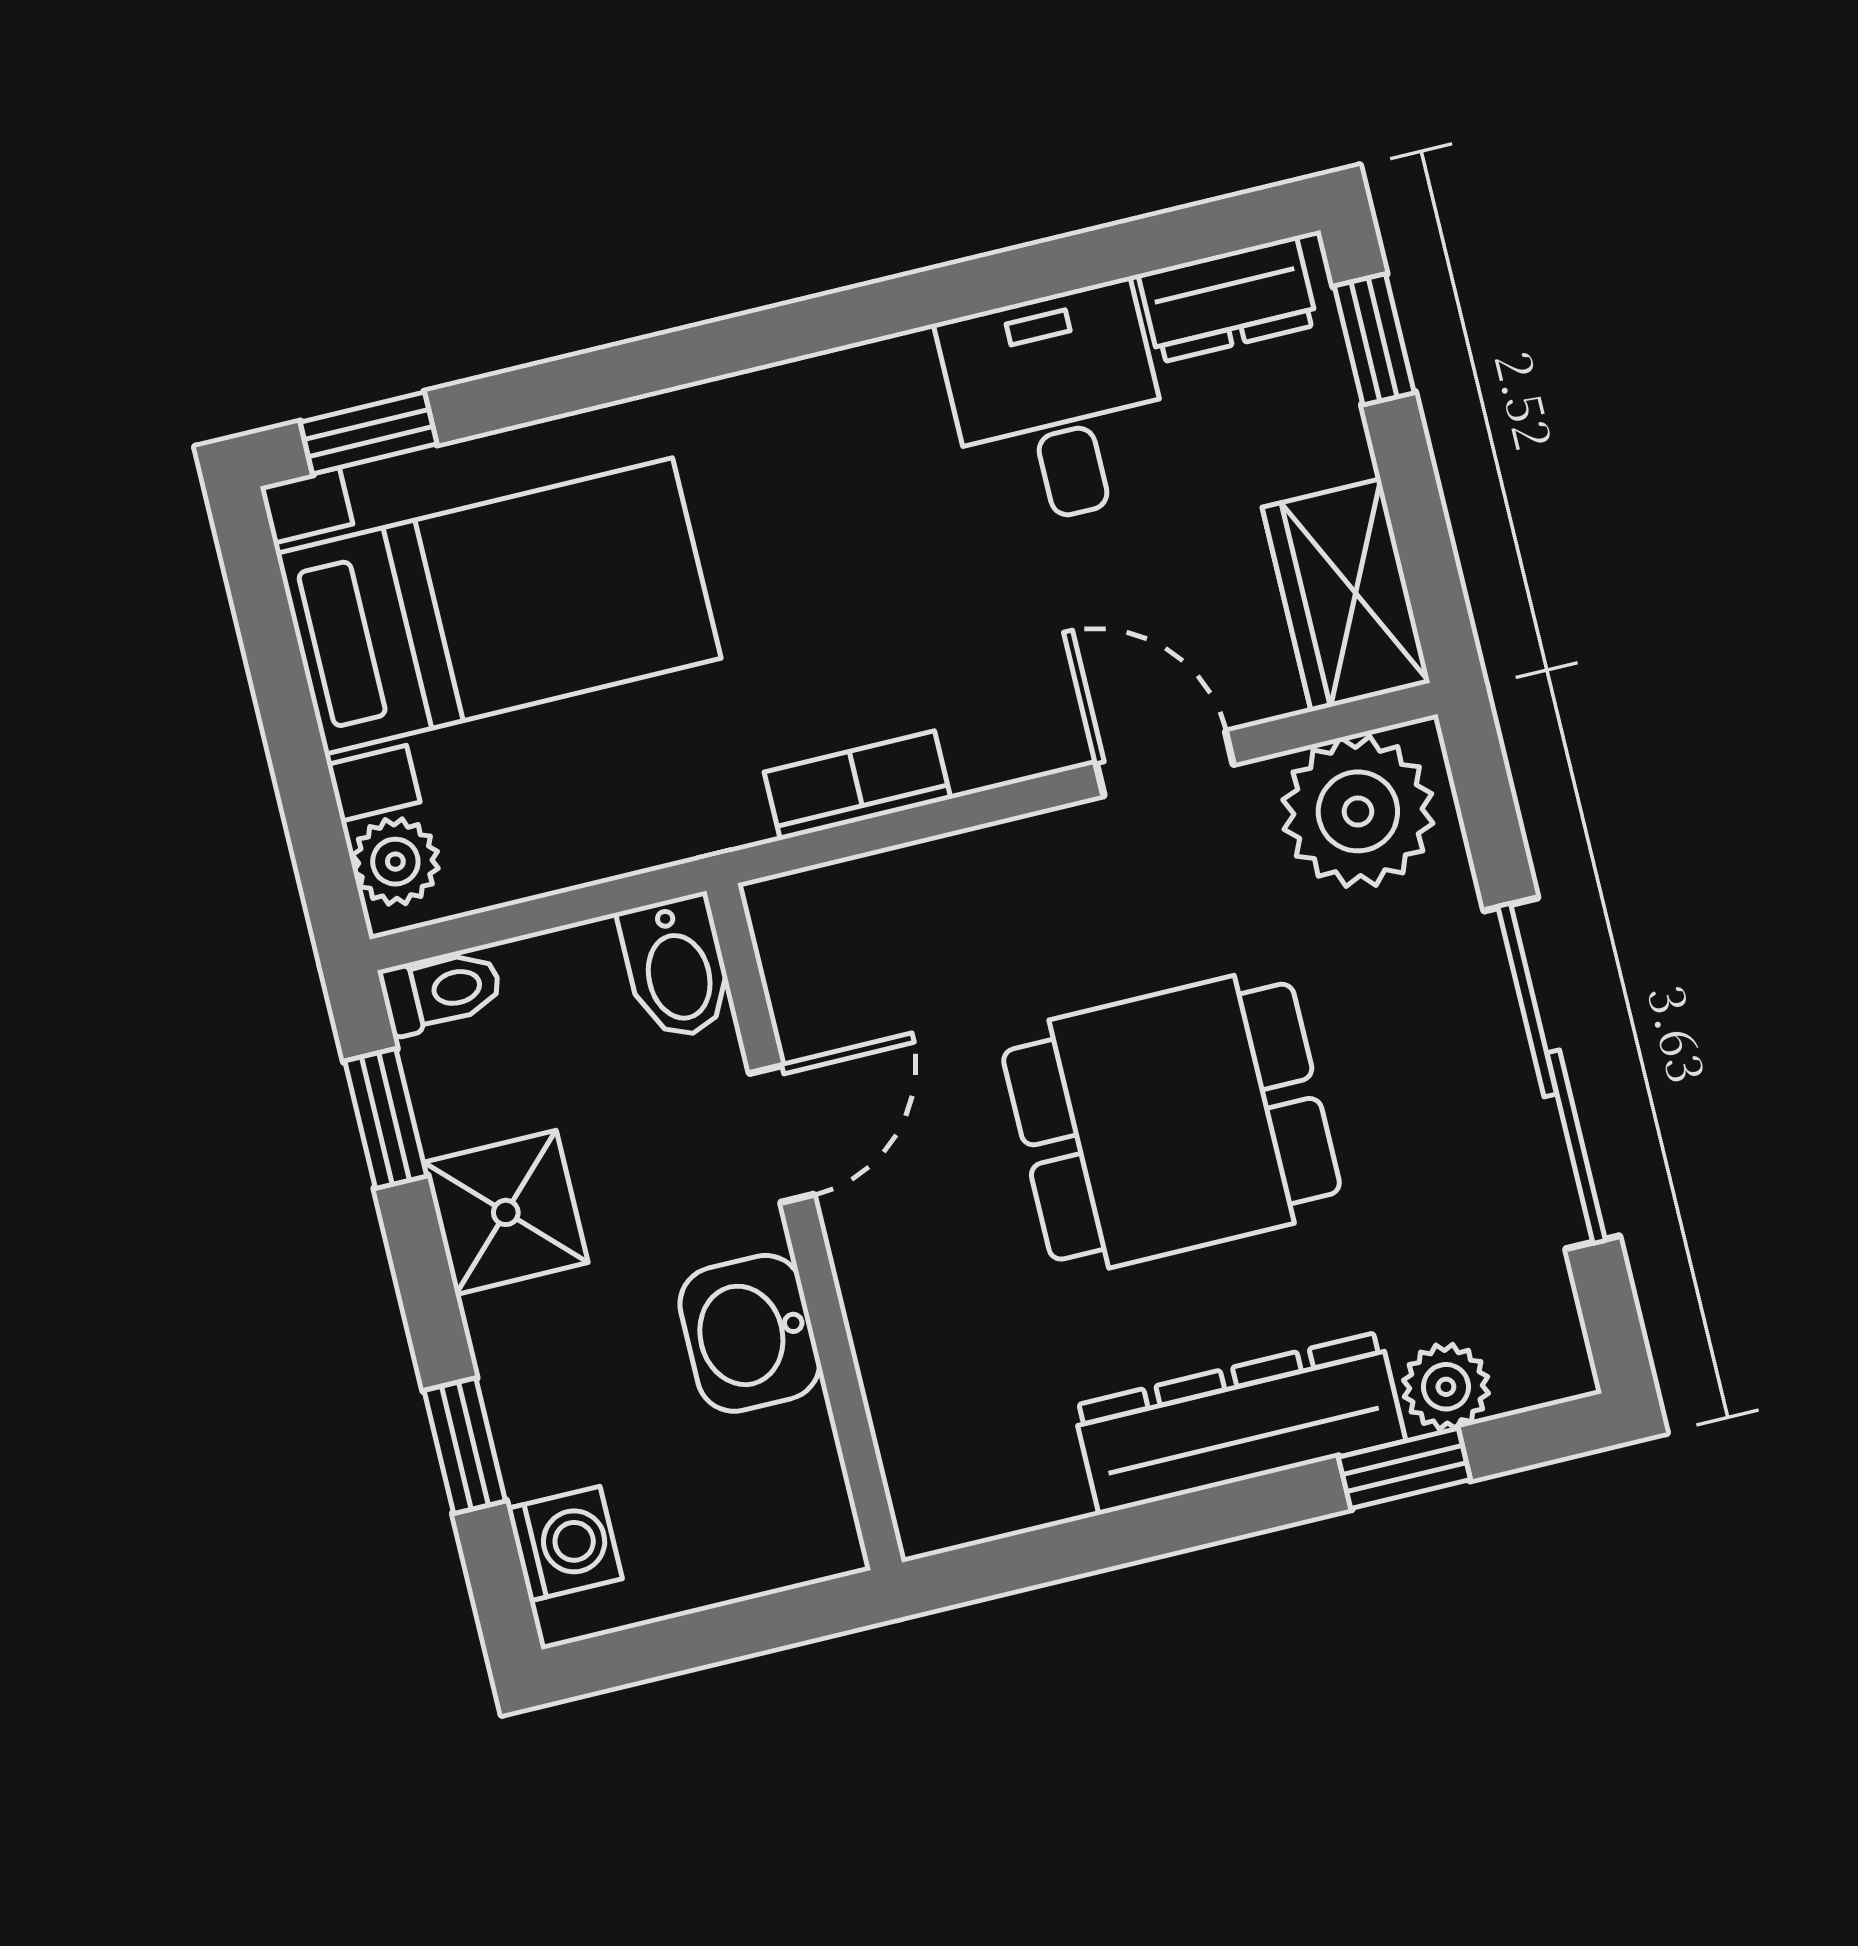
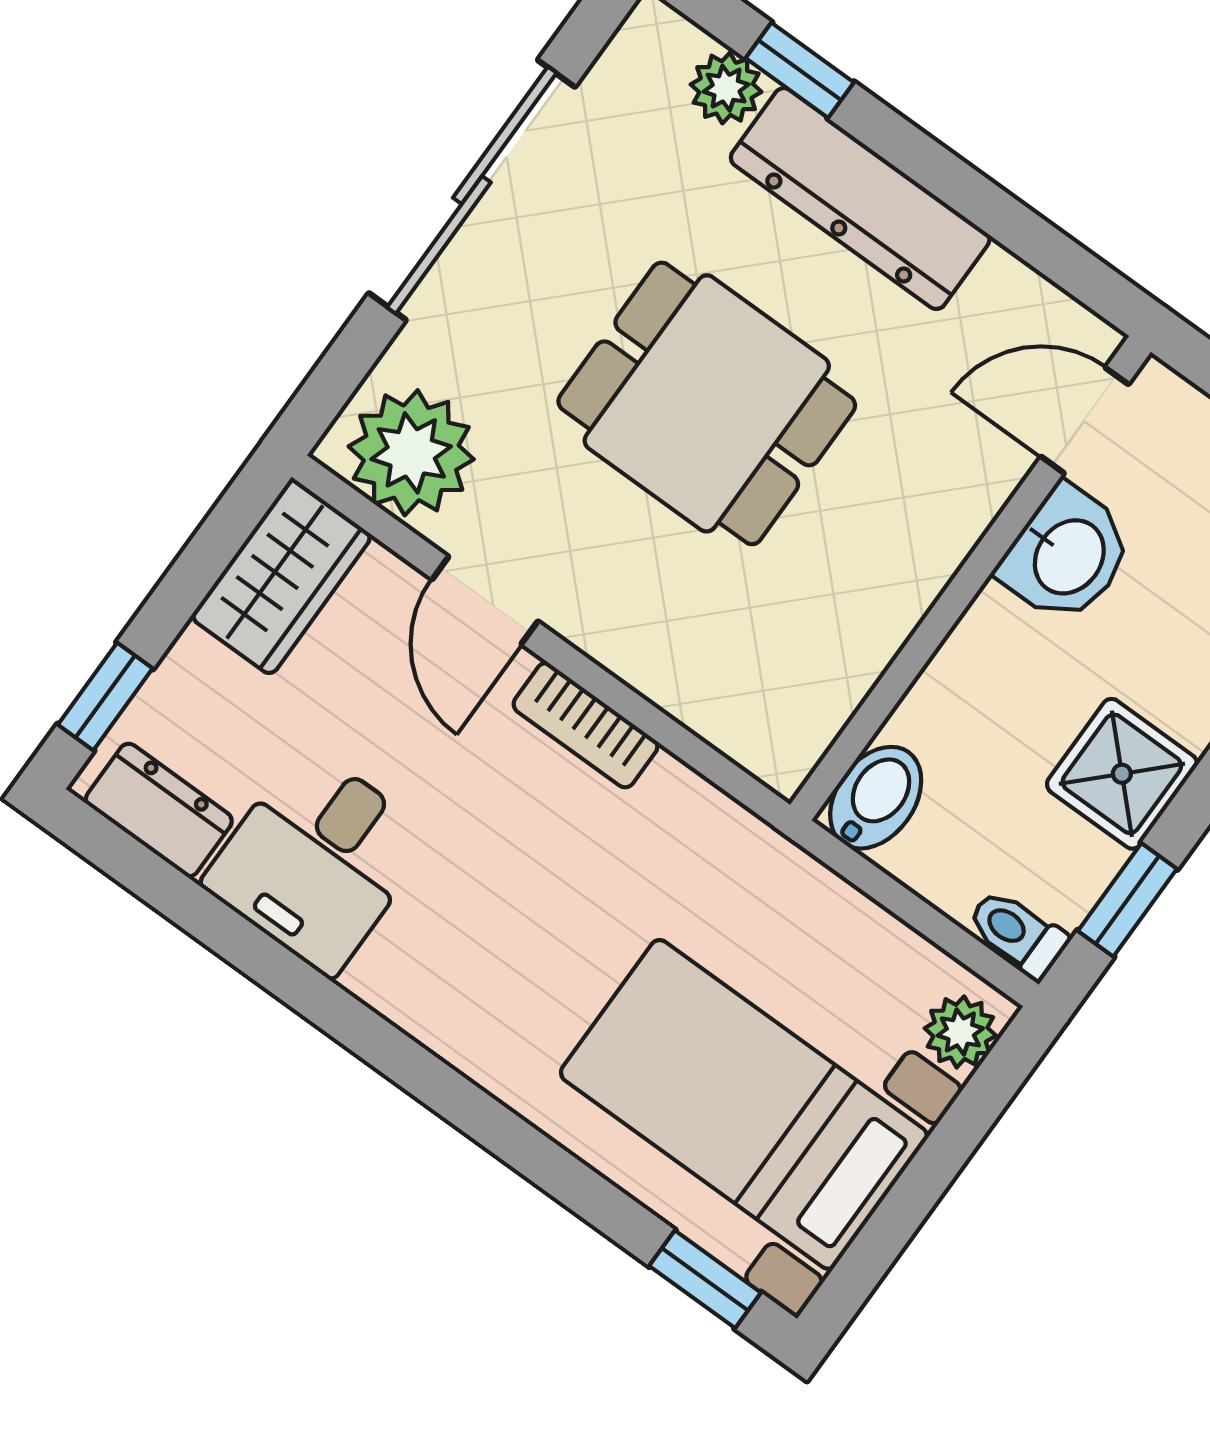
bookcase: (858, 785) -> (586, 725), moved
door: (782, 1134) -> (1085, 420), moved

